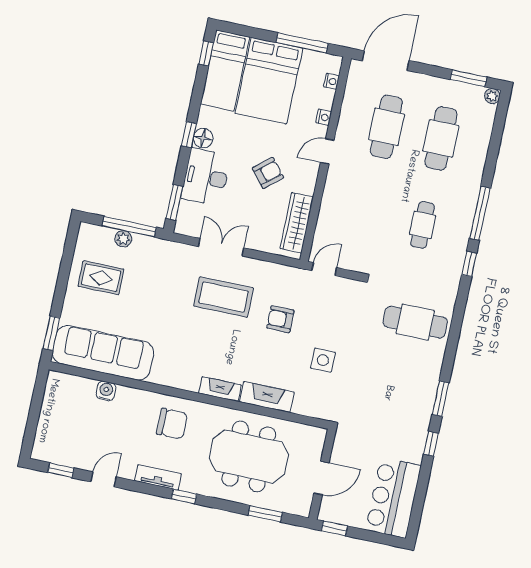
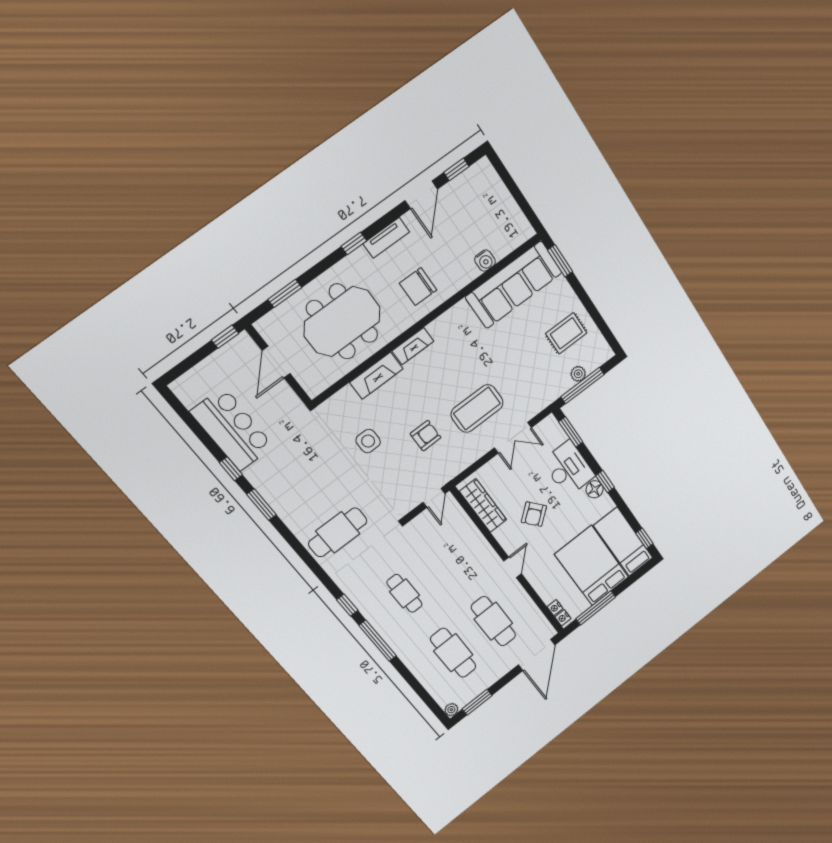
nightstand: (324, 117) -> (563, 618), moved
door: (103, 479) -> (421, 195), width x1.38
bar counter: (393, 498) -> (232, 429), moved

